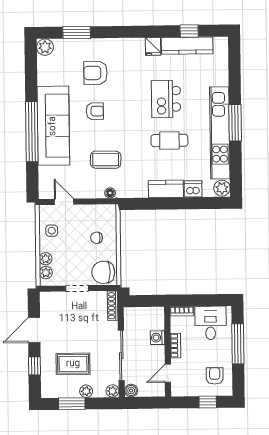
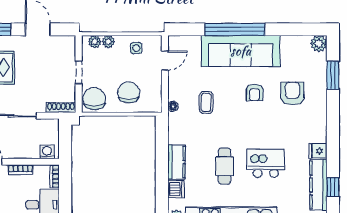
coffee table: (106, 160) -> (206, 102), width x0.73, depth x0.77
chair: (96, 238) -> (129, 92), width x1.87, depth x1.87
washing machine: (157, 338) -> (47, 152), moved

